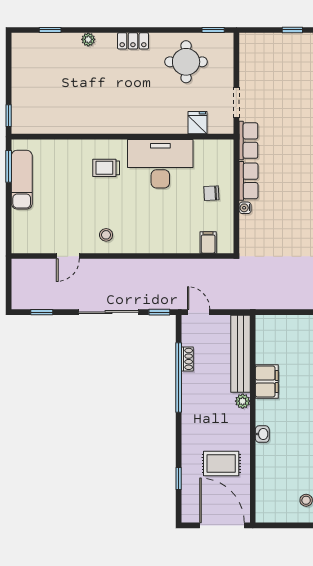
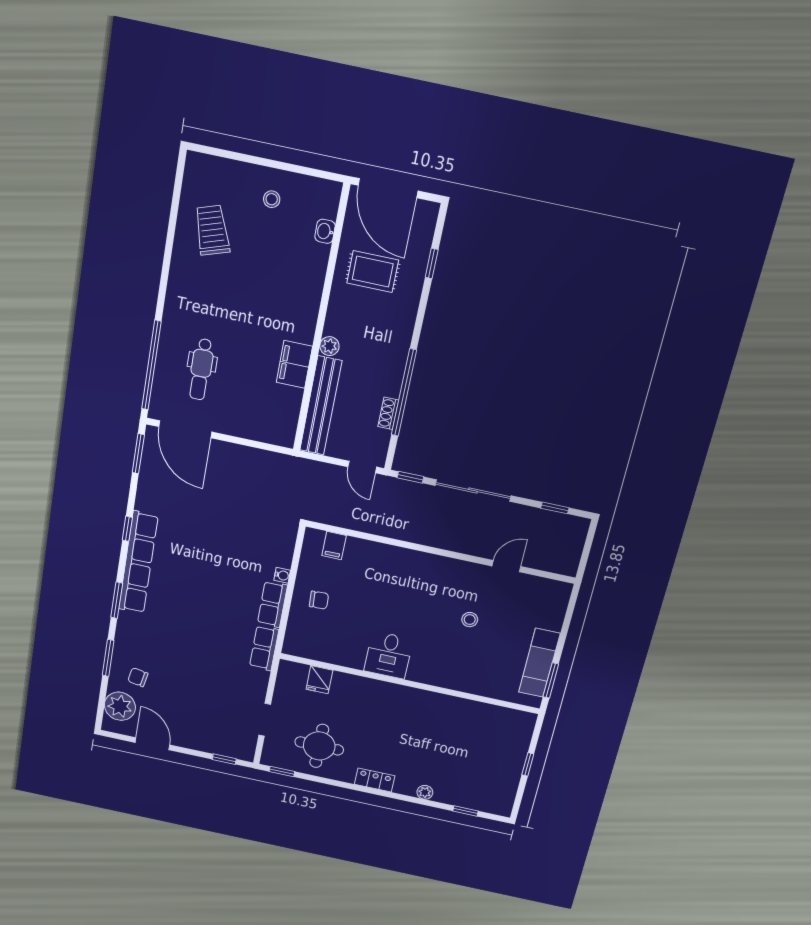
window: (292, 30) -> (224, 759), moved
doorway: (236, 103) -> (265, 720), moved
window: (9, 116) -> (528, 764), moved
desk: (160, 164) -> (389, 655), width x0.53, depth x0.77
trolley: (106, 168) -> (437, 654), removed
stool: (106, 235) -> (470, 620), moved
washbasin: (262, 434) -> (325, 231), moved

